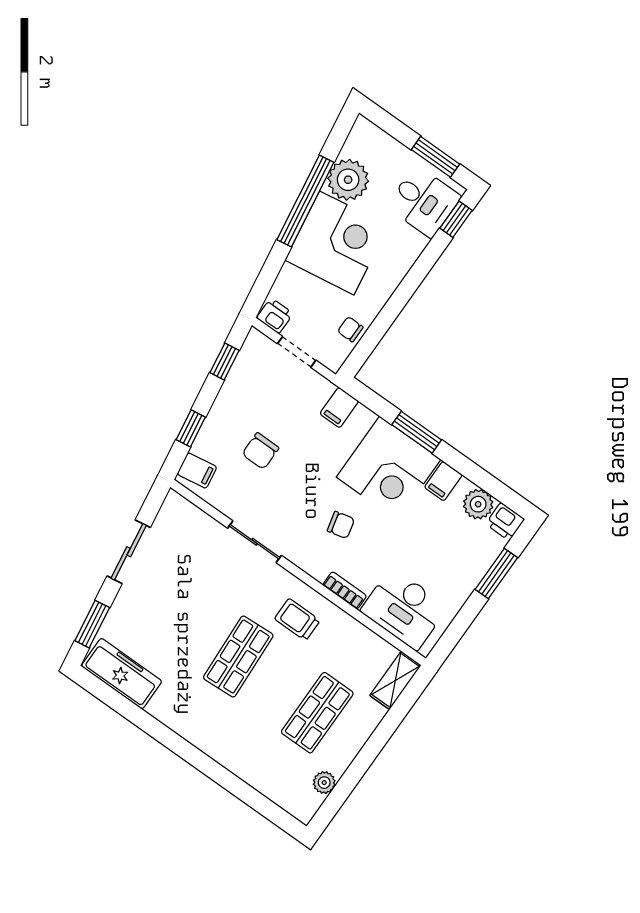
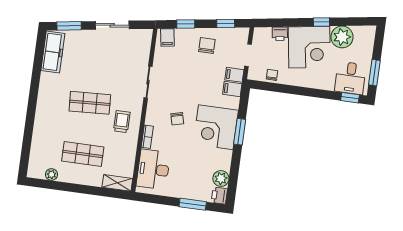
window: (305, 201) -> (321, 22), width x0.32
printer: (275, 316) -> (280, 34), moved, turned 81
chair: (260, 451) -> (207, 45), moved, turned 90
filing cabinet: (443, 481) -> (234, 75), moved

